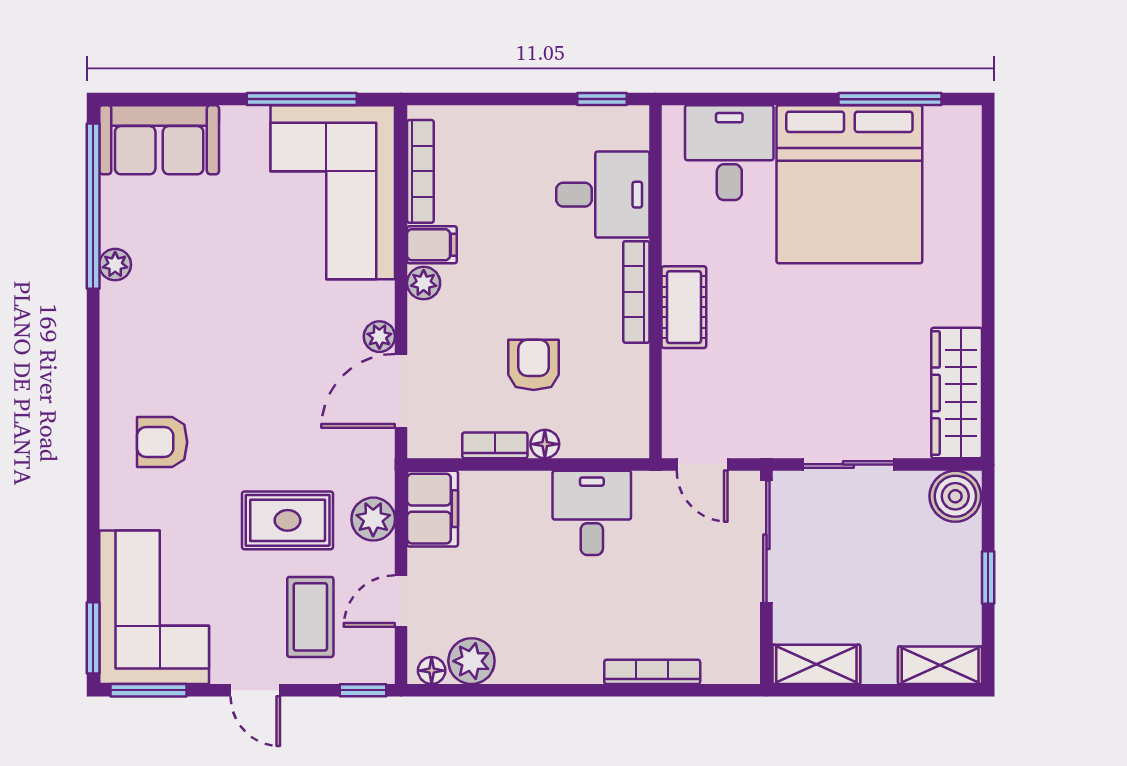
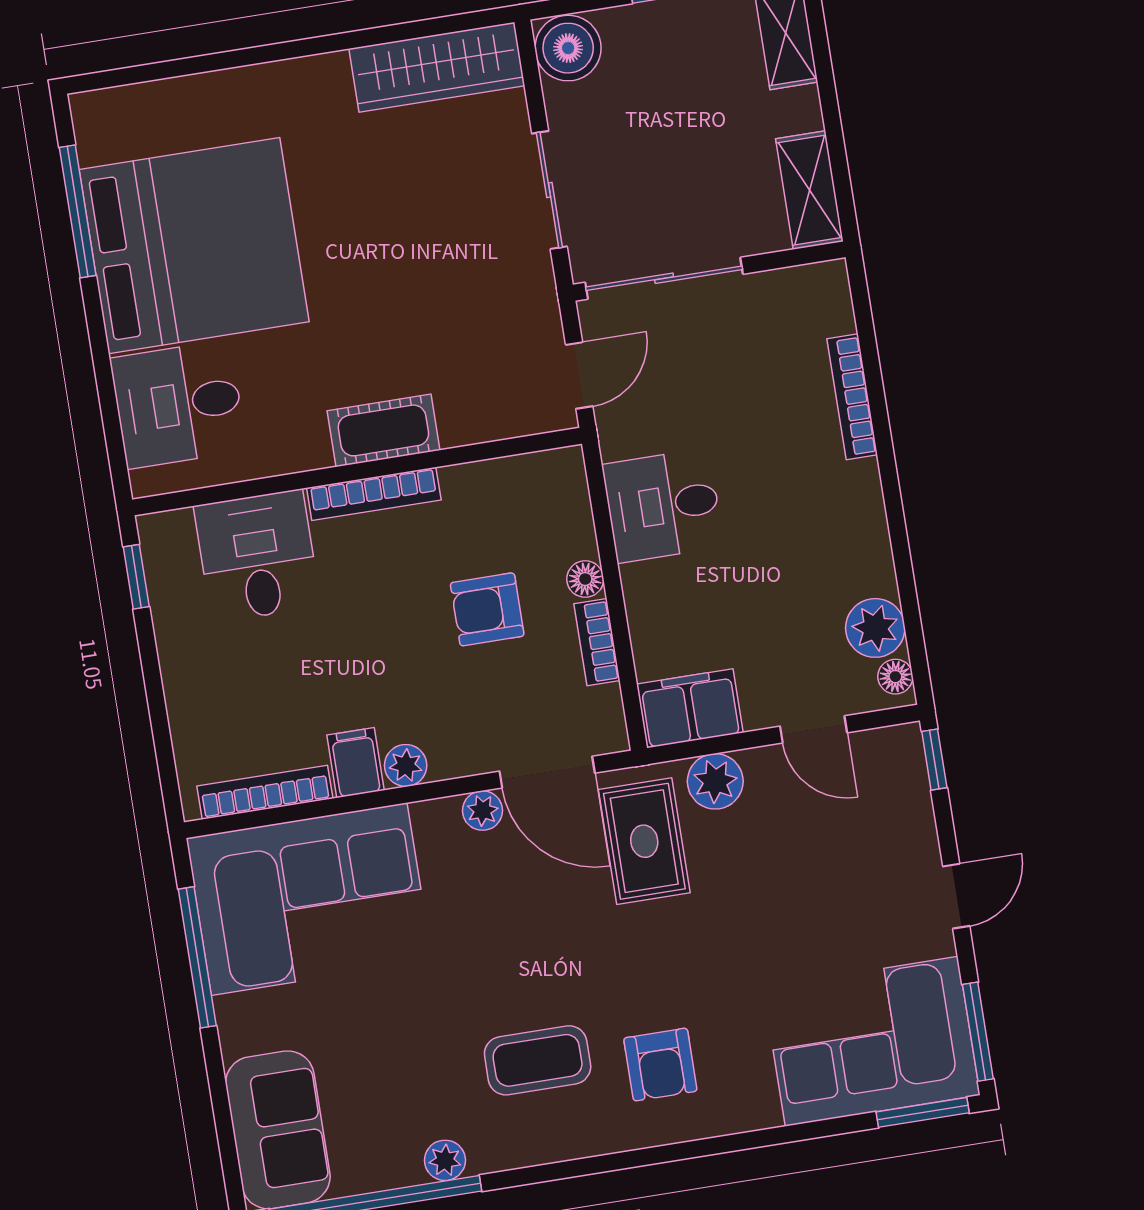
rug: (288, 520) -> (644, 841), moved
coffee table: (310, 617) -> (538, 1060), moved

